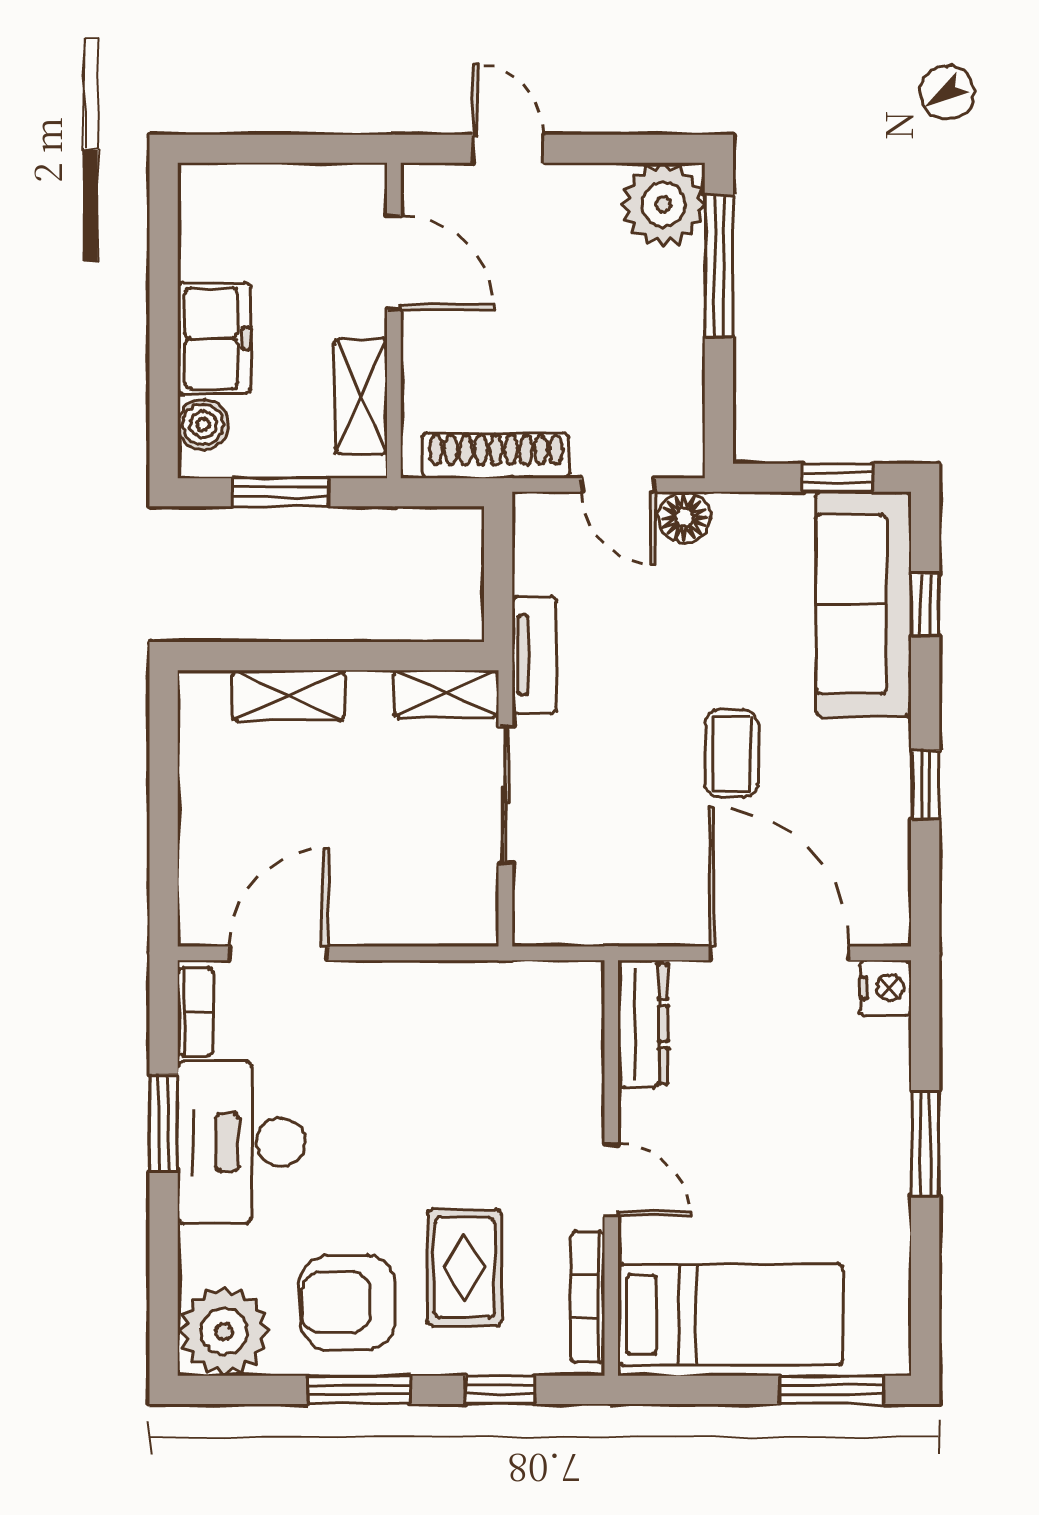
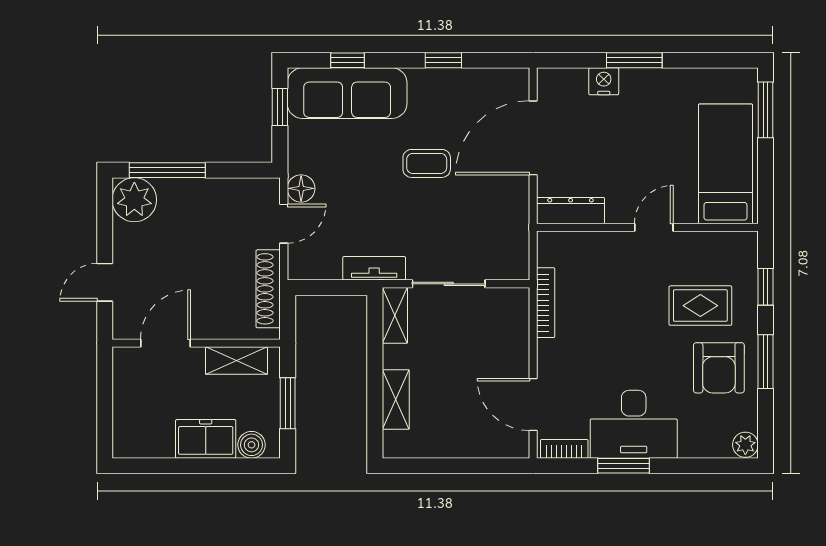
nightstand: (886, 988) -> (604, 81), moved
bookcase: (588, 1297) -> (546, 303), moved, turned -90
plant: (224, 1331) -> (745, 445), width x0.53, depth x0.53

